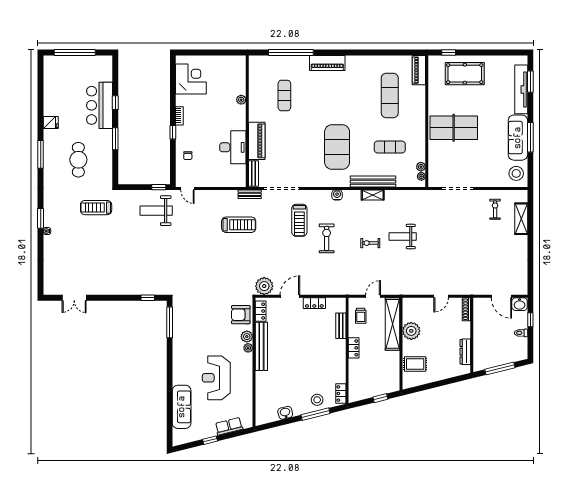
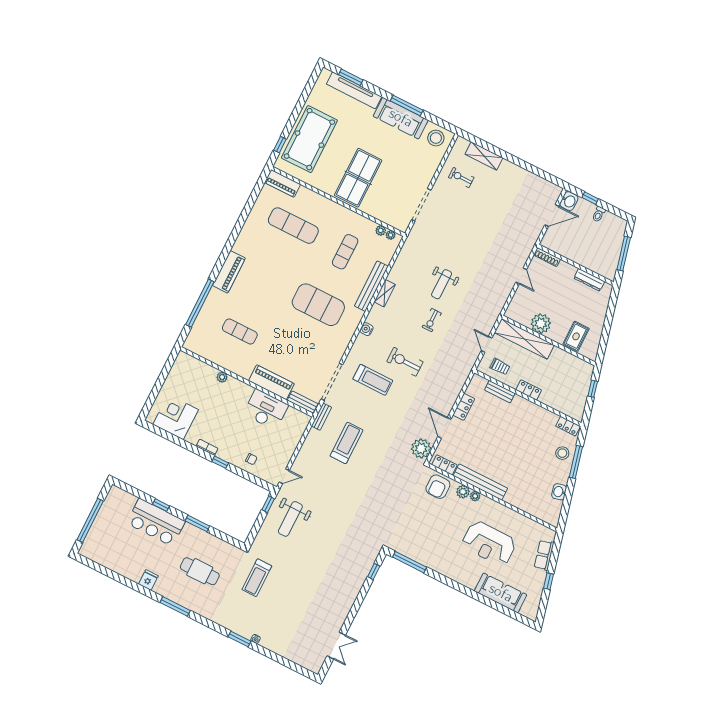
pool table: (465, 74) -> (309, 139), width x1.36, depth x1.32

